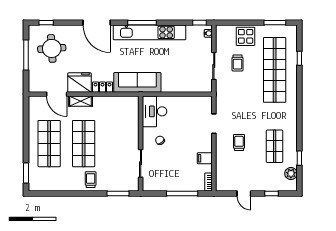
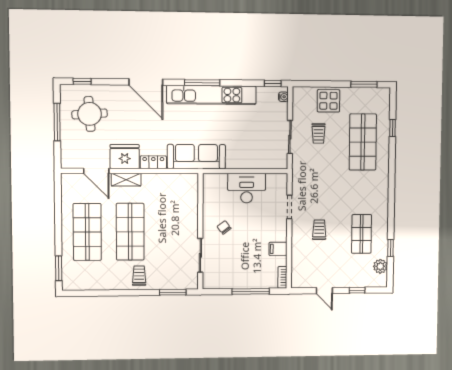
shop shelf: (275, 70) -> (363, 142), width x0.71
desk: (155, 111) -> (247, 188), moved, turned 90

